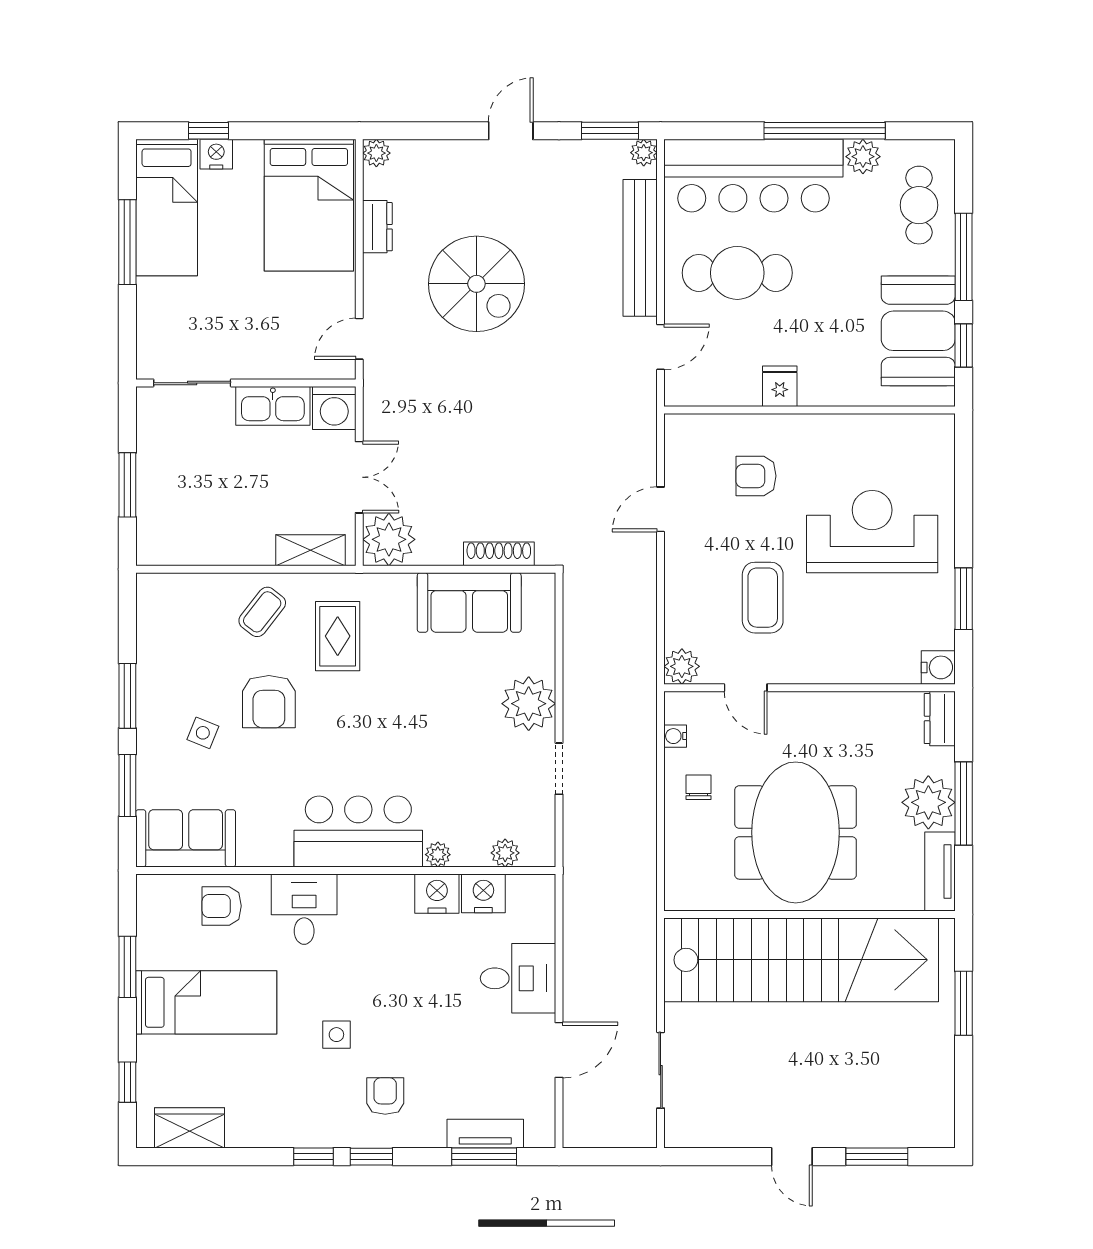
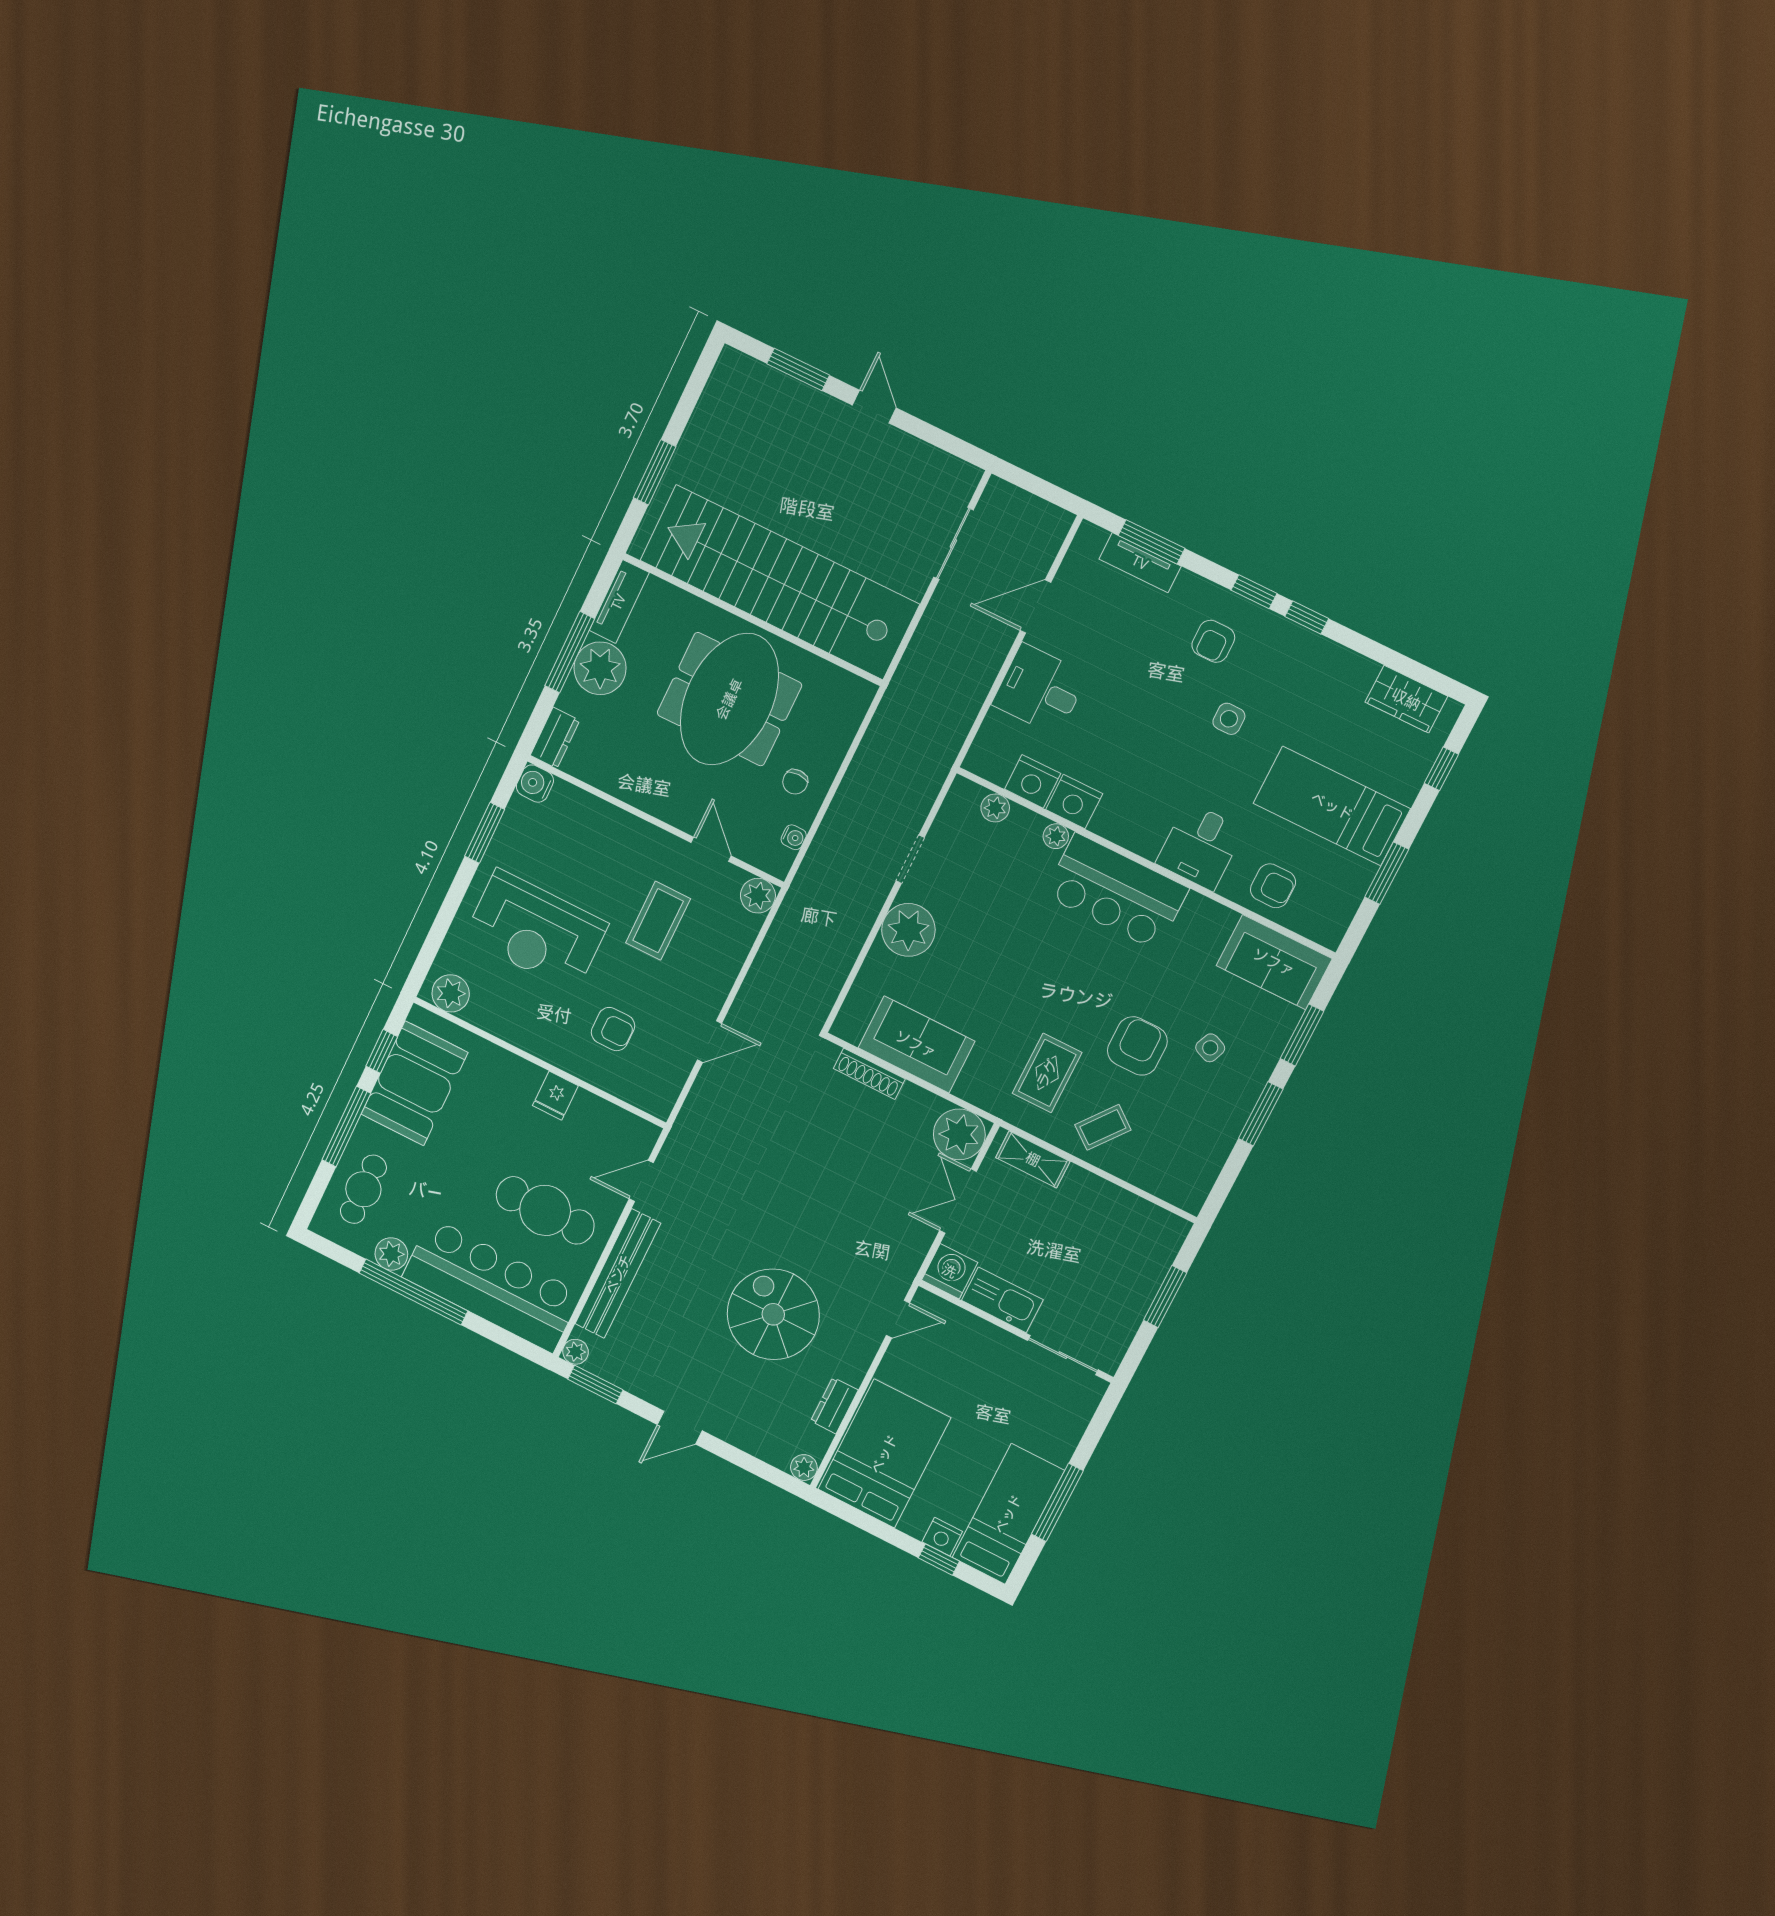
plant: (924, 433) -> (451, 993), added

